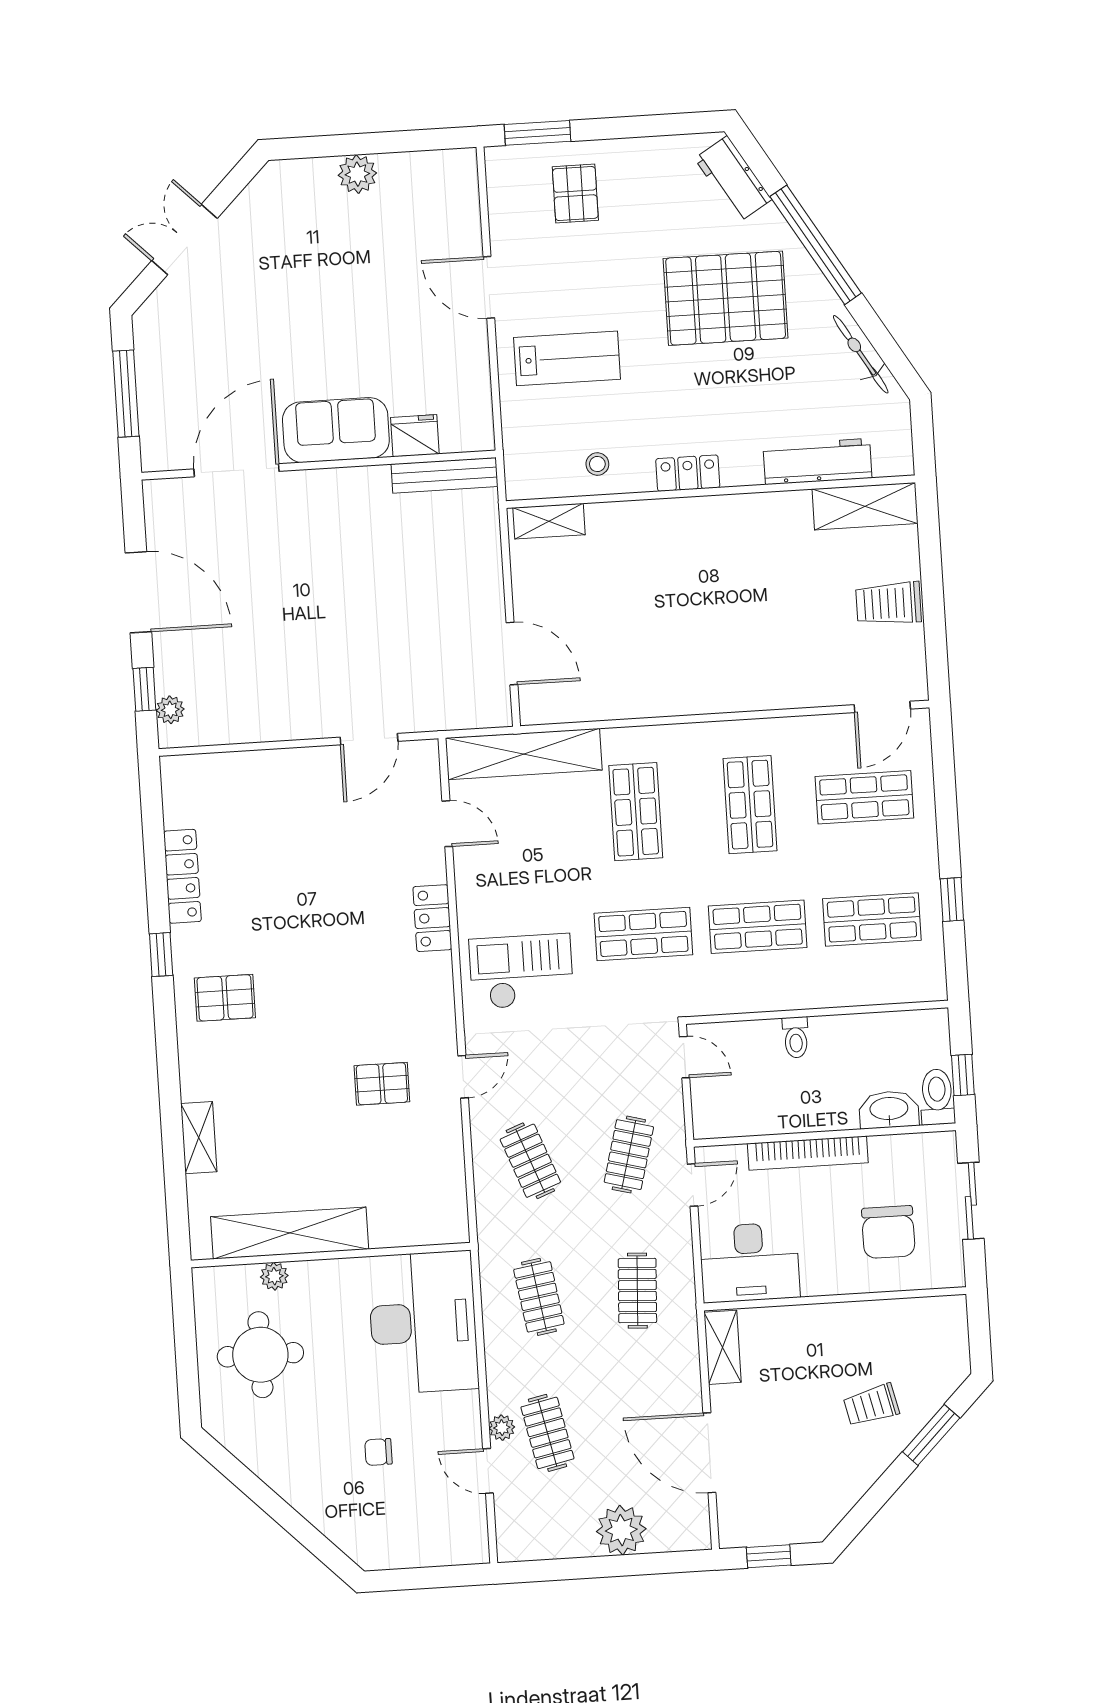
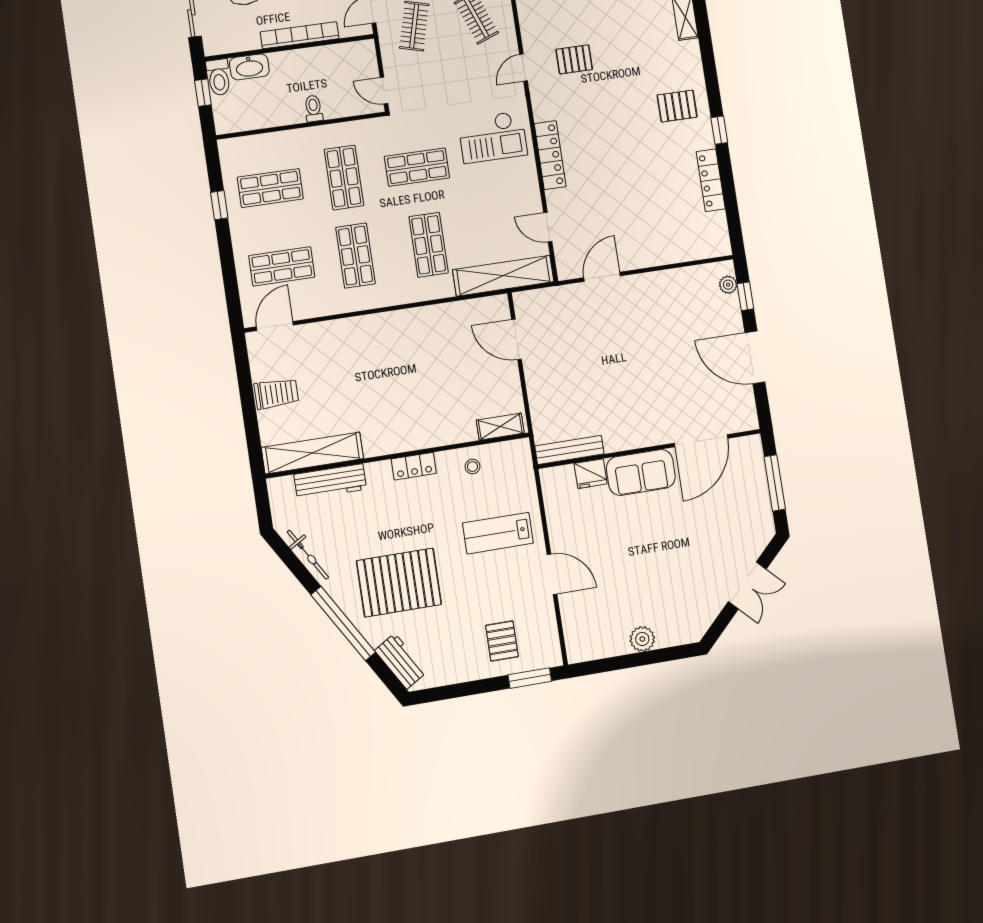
shelving: (865, 506) -> (312, 453), width x1.47
locker: (432, 918) -> (550, 155), width x1.53
shop shelf: (758, 927) -> (344, 177), turned 90

